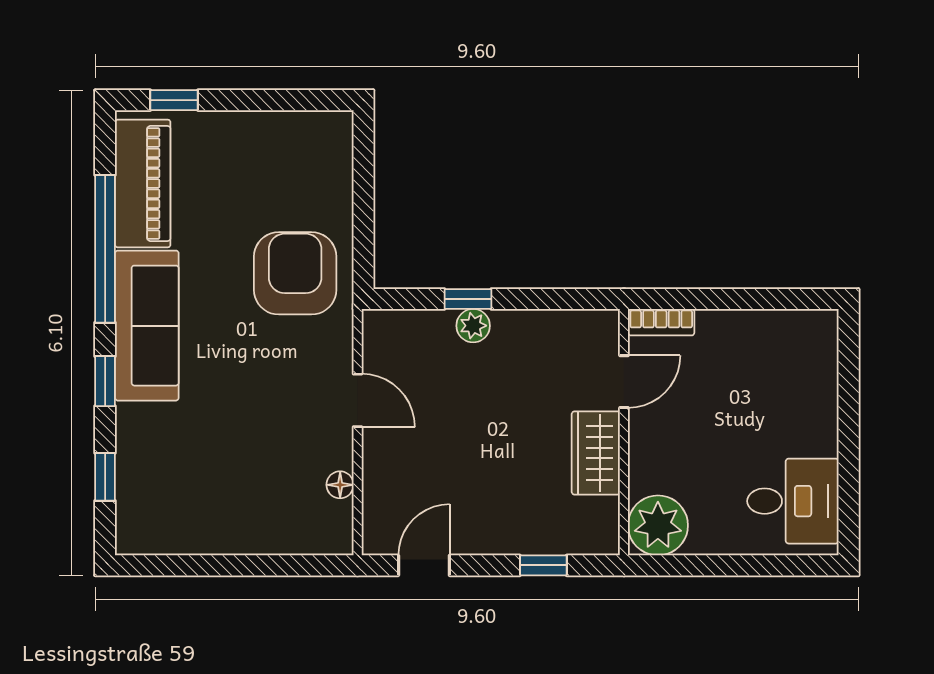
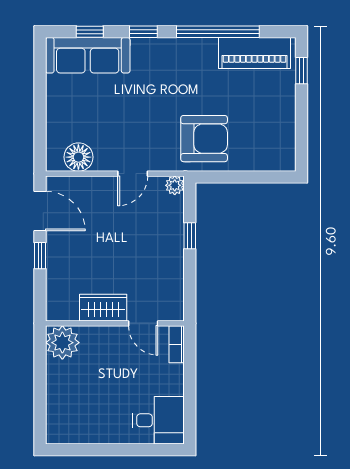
sofa: (147, 326) -> (88, 55), moved
plant: (473, 326) -> (175, 185), moved
floor lamp: (340, 485) -> (78, 157), width x1.89, depth x1.89
desk: (793, 501) -> (158, 420), moved, turned -90
door: (424, 565) -> (40, 211), width x1.38
window: (543, 565) -> (40, 256), moved

